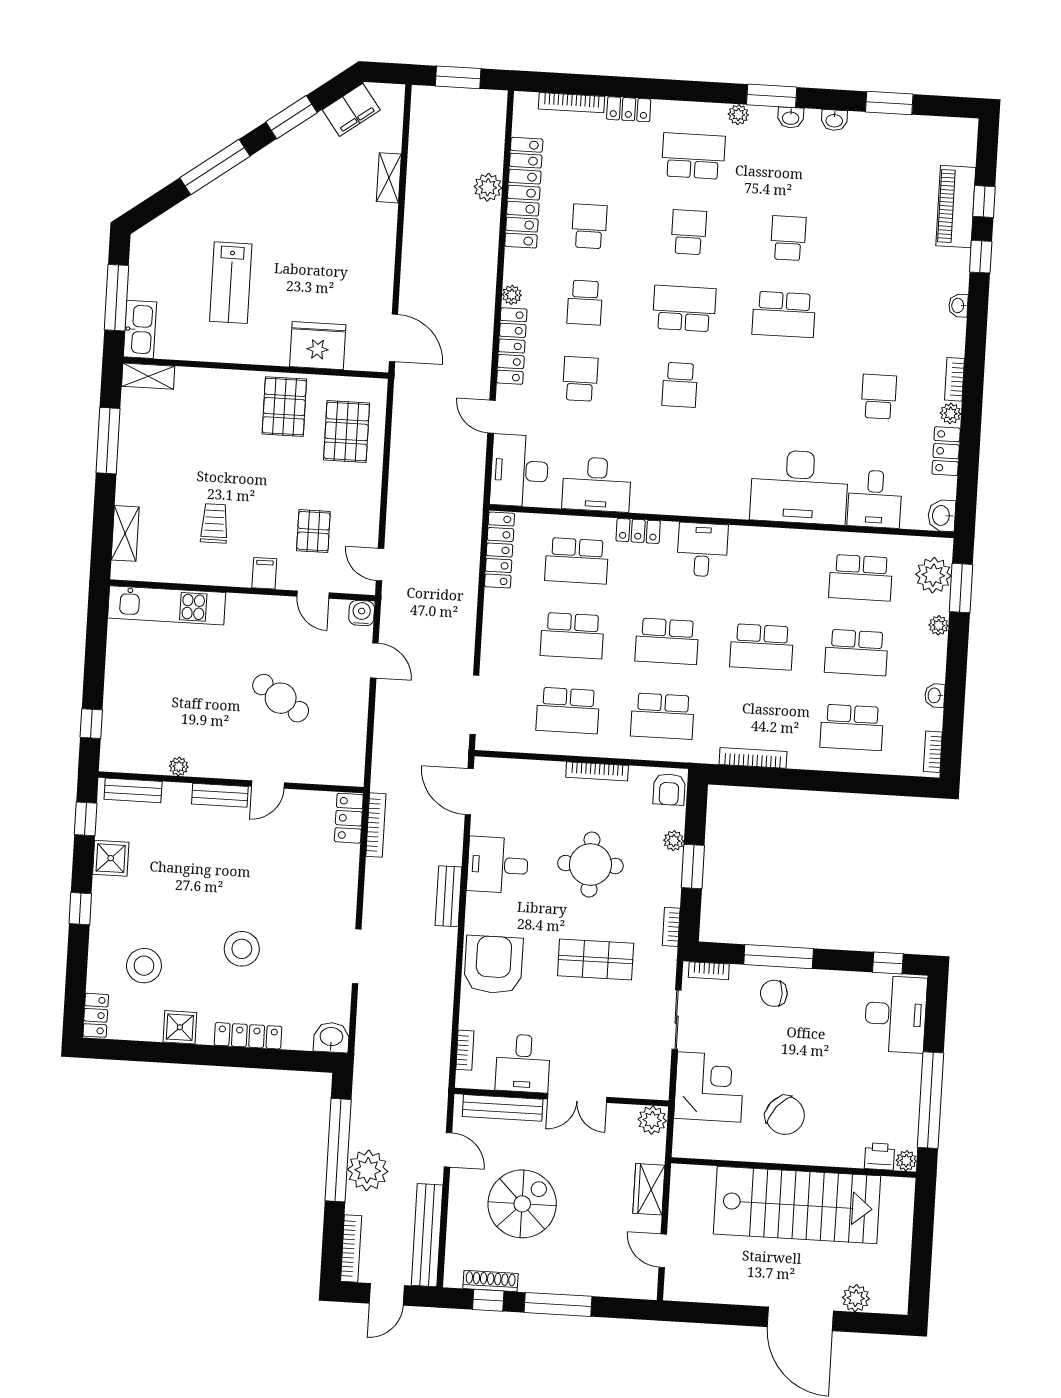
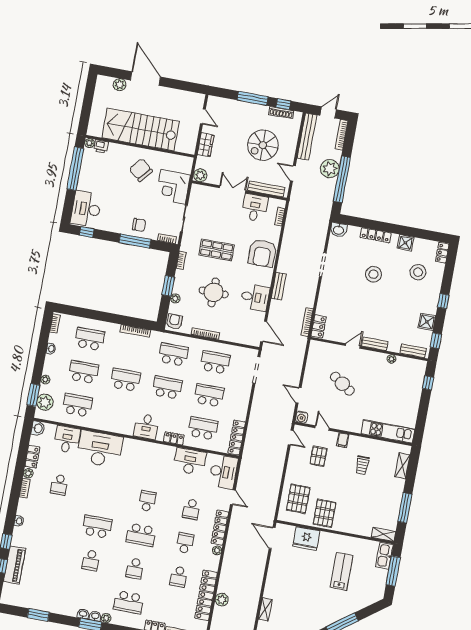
washbasin: (834, 120) -> (95, 616), moved

